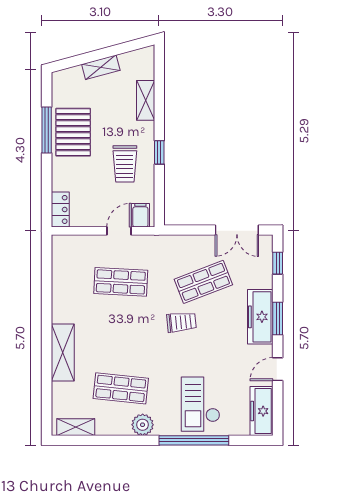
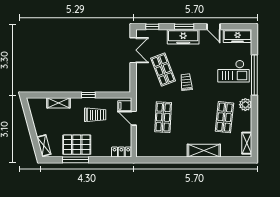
shelving: (101, 67) -> (44, 146), moved

